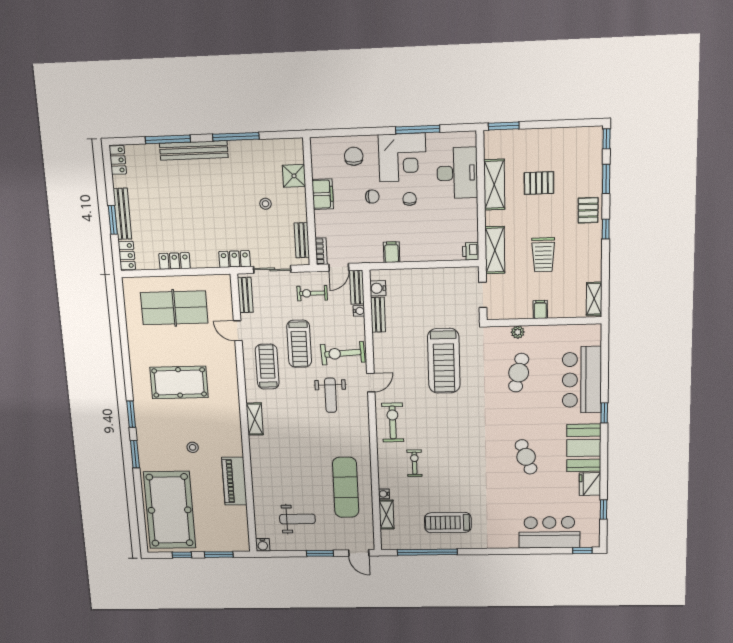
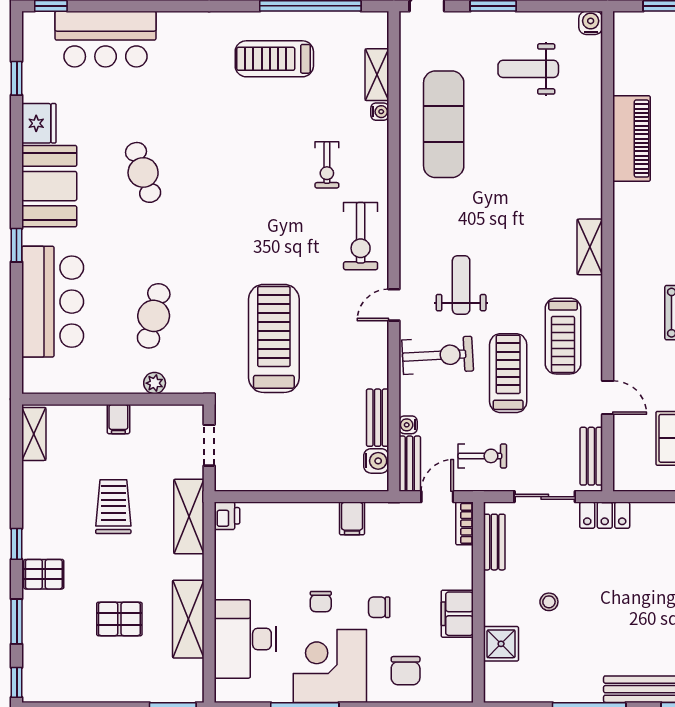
pallet: (588, 210) -> (44, 574), turned 90
treadmill: (448, 523) -> (274, 59), turned 180

